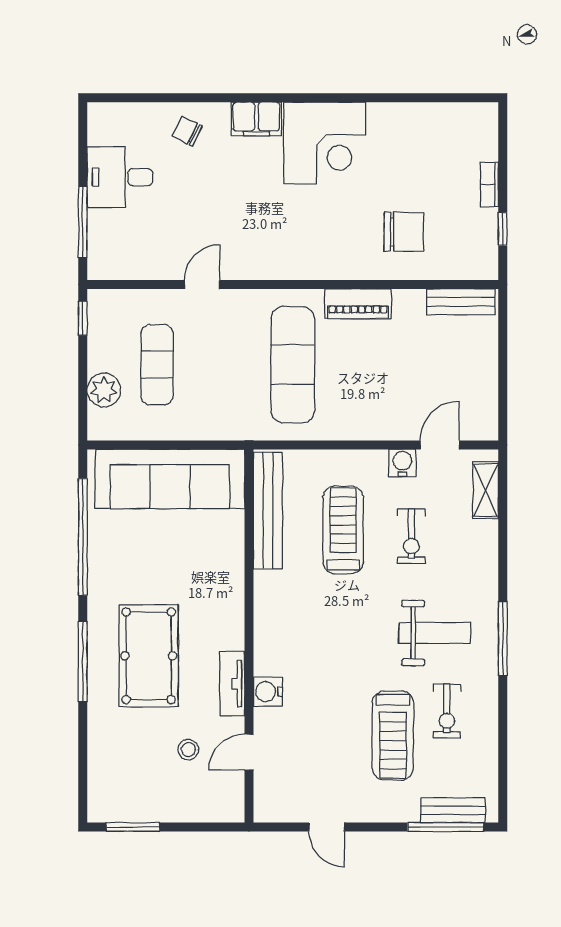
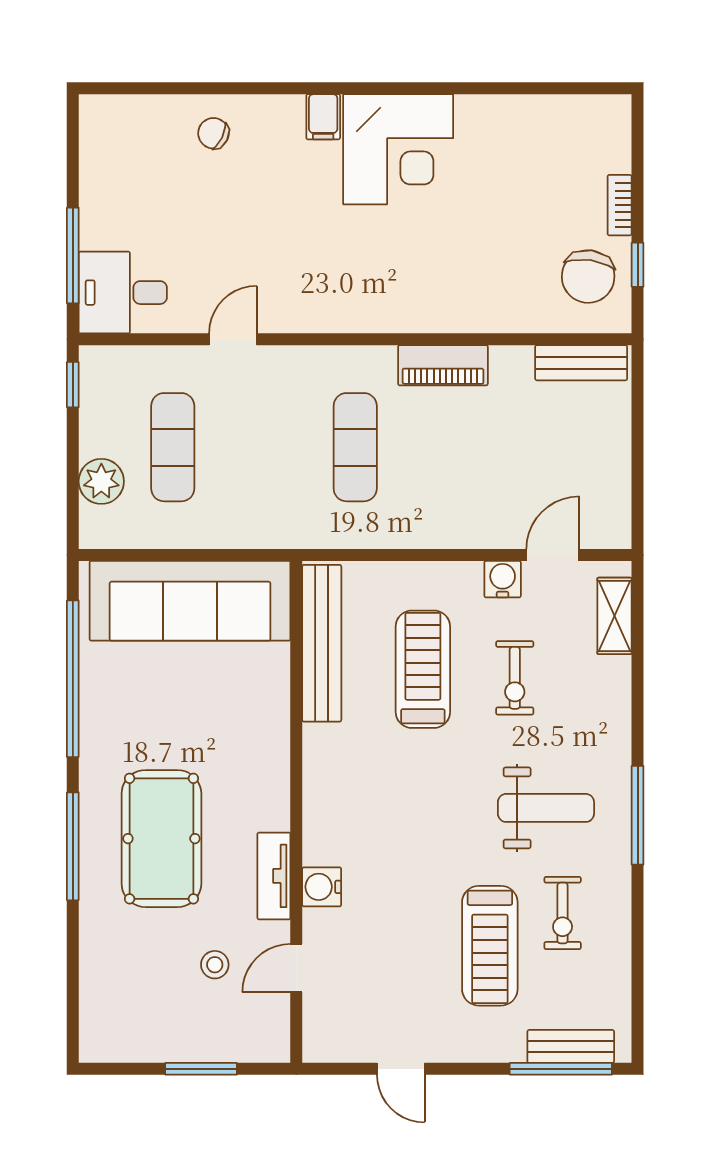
filing cabinet: (256, 119) -> (323, 117), width x0.50
desk: (120, 177) -> (123, 293), moved
chair: (404, 232) -> (588, 277), moved, turned 98
exercise mat: (293, 365) -> (355, 447), width x0.73, depth x0.69
window: (133, 827) -> (201, 1069), moved

